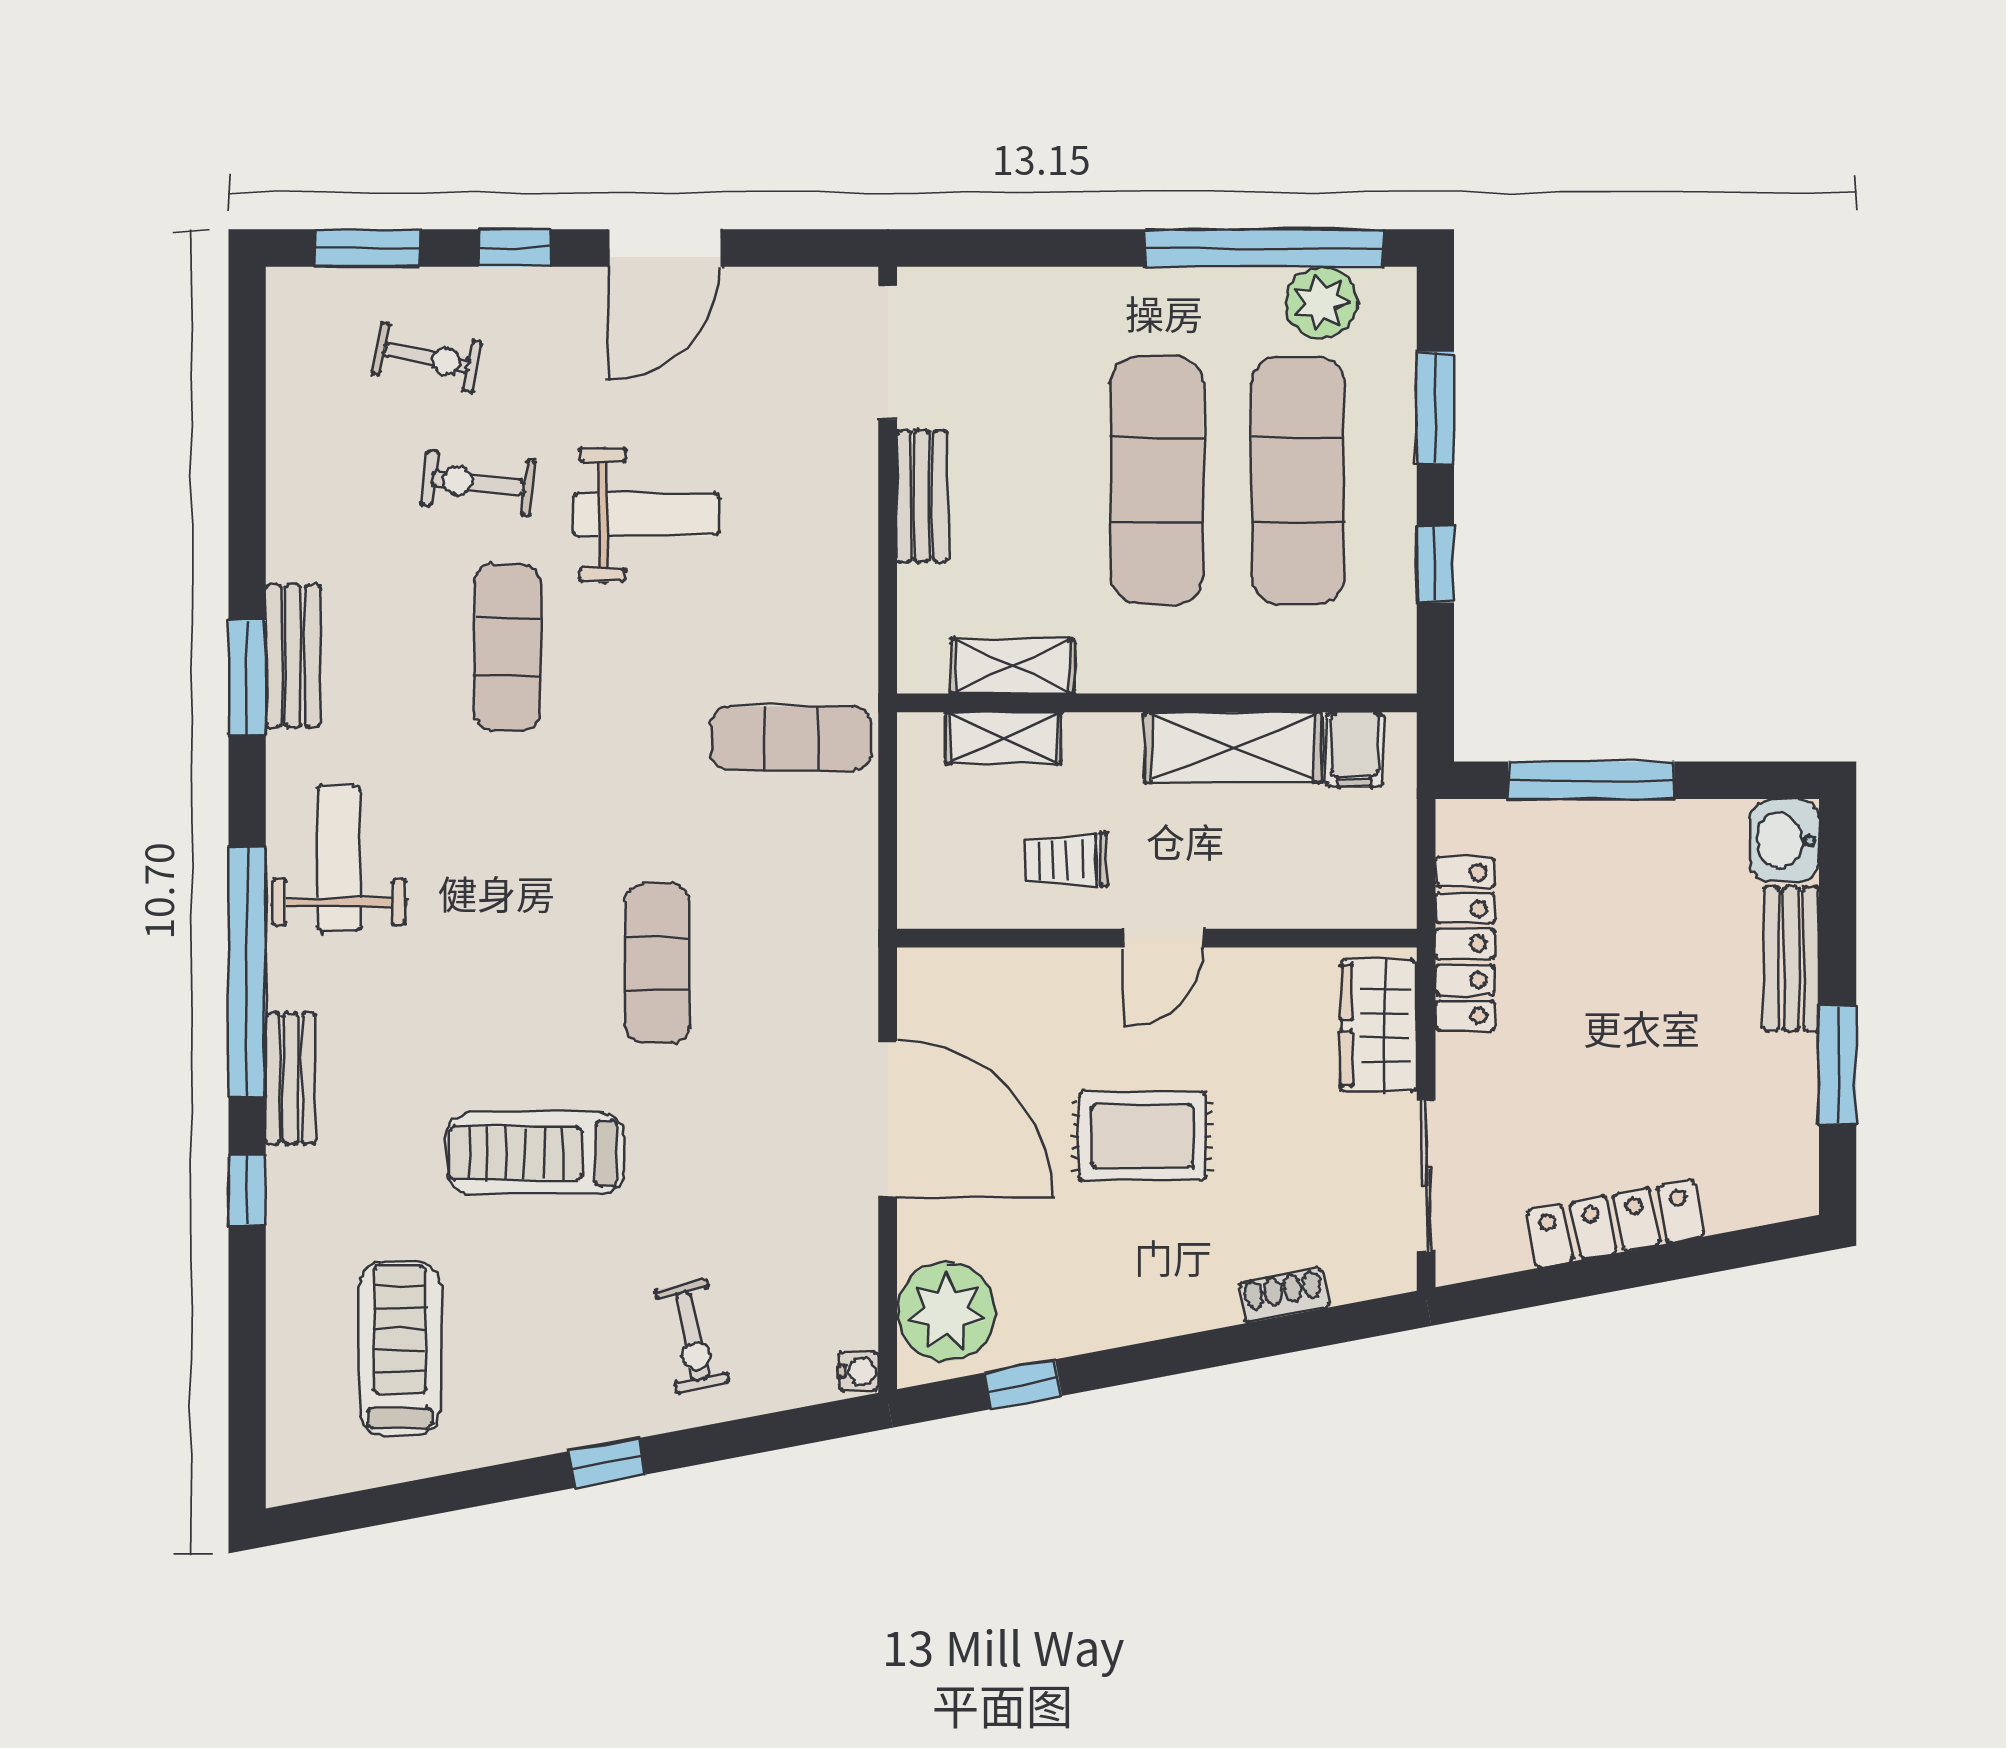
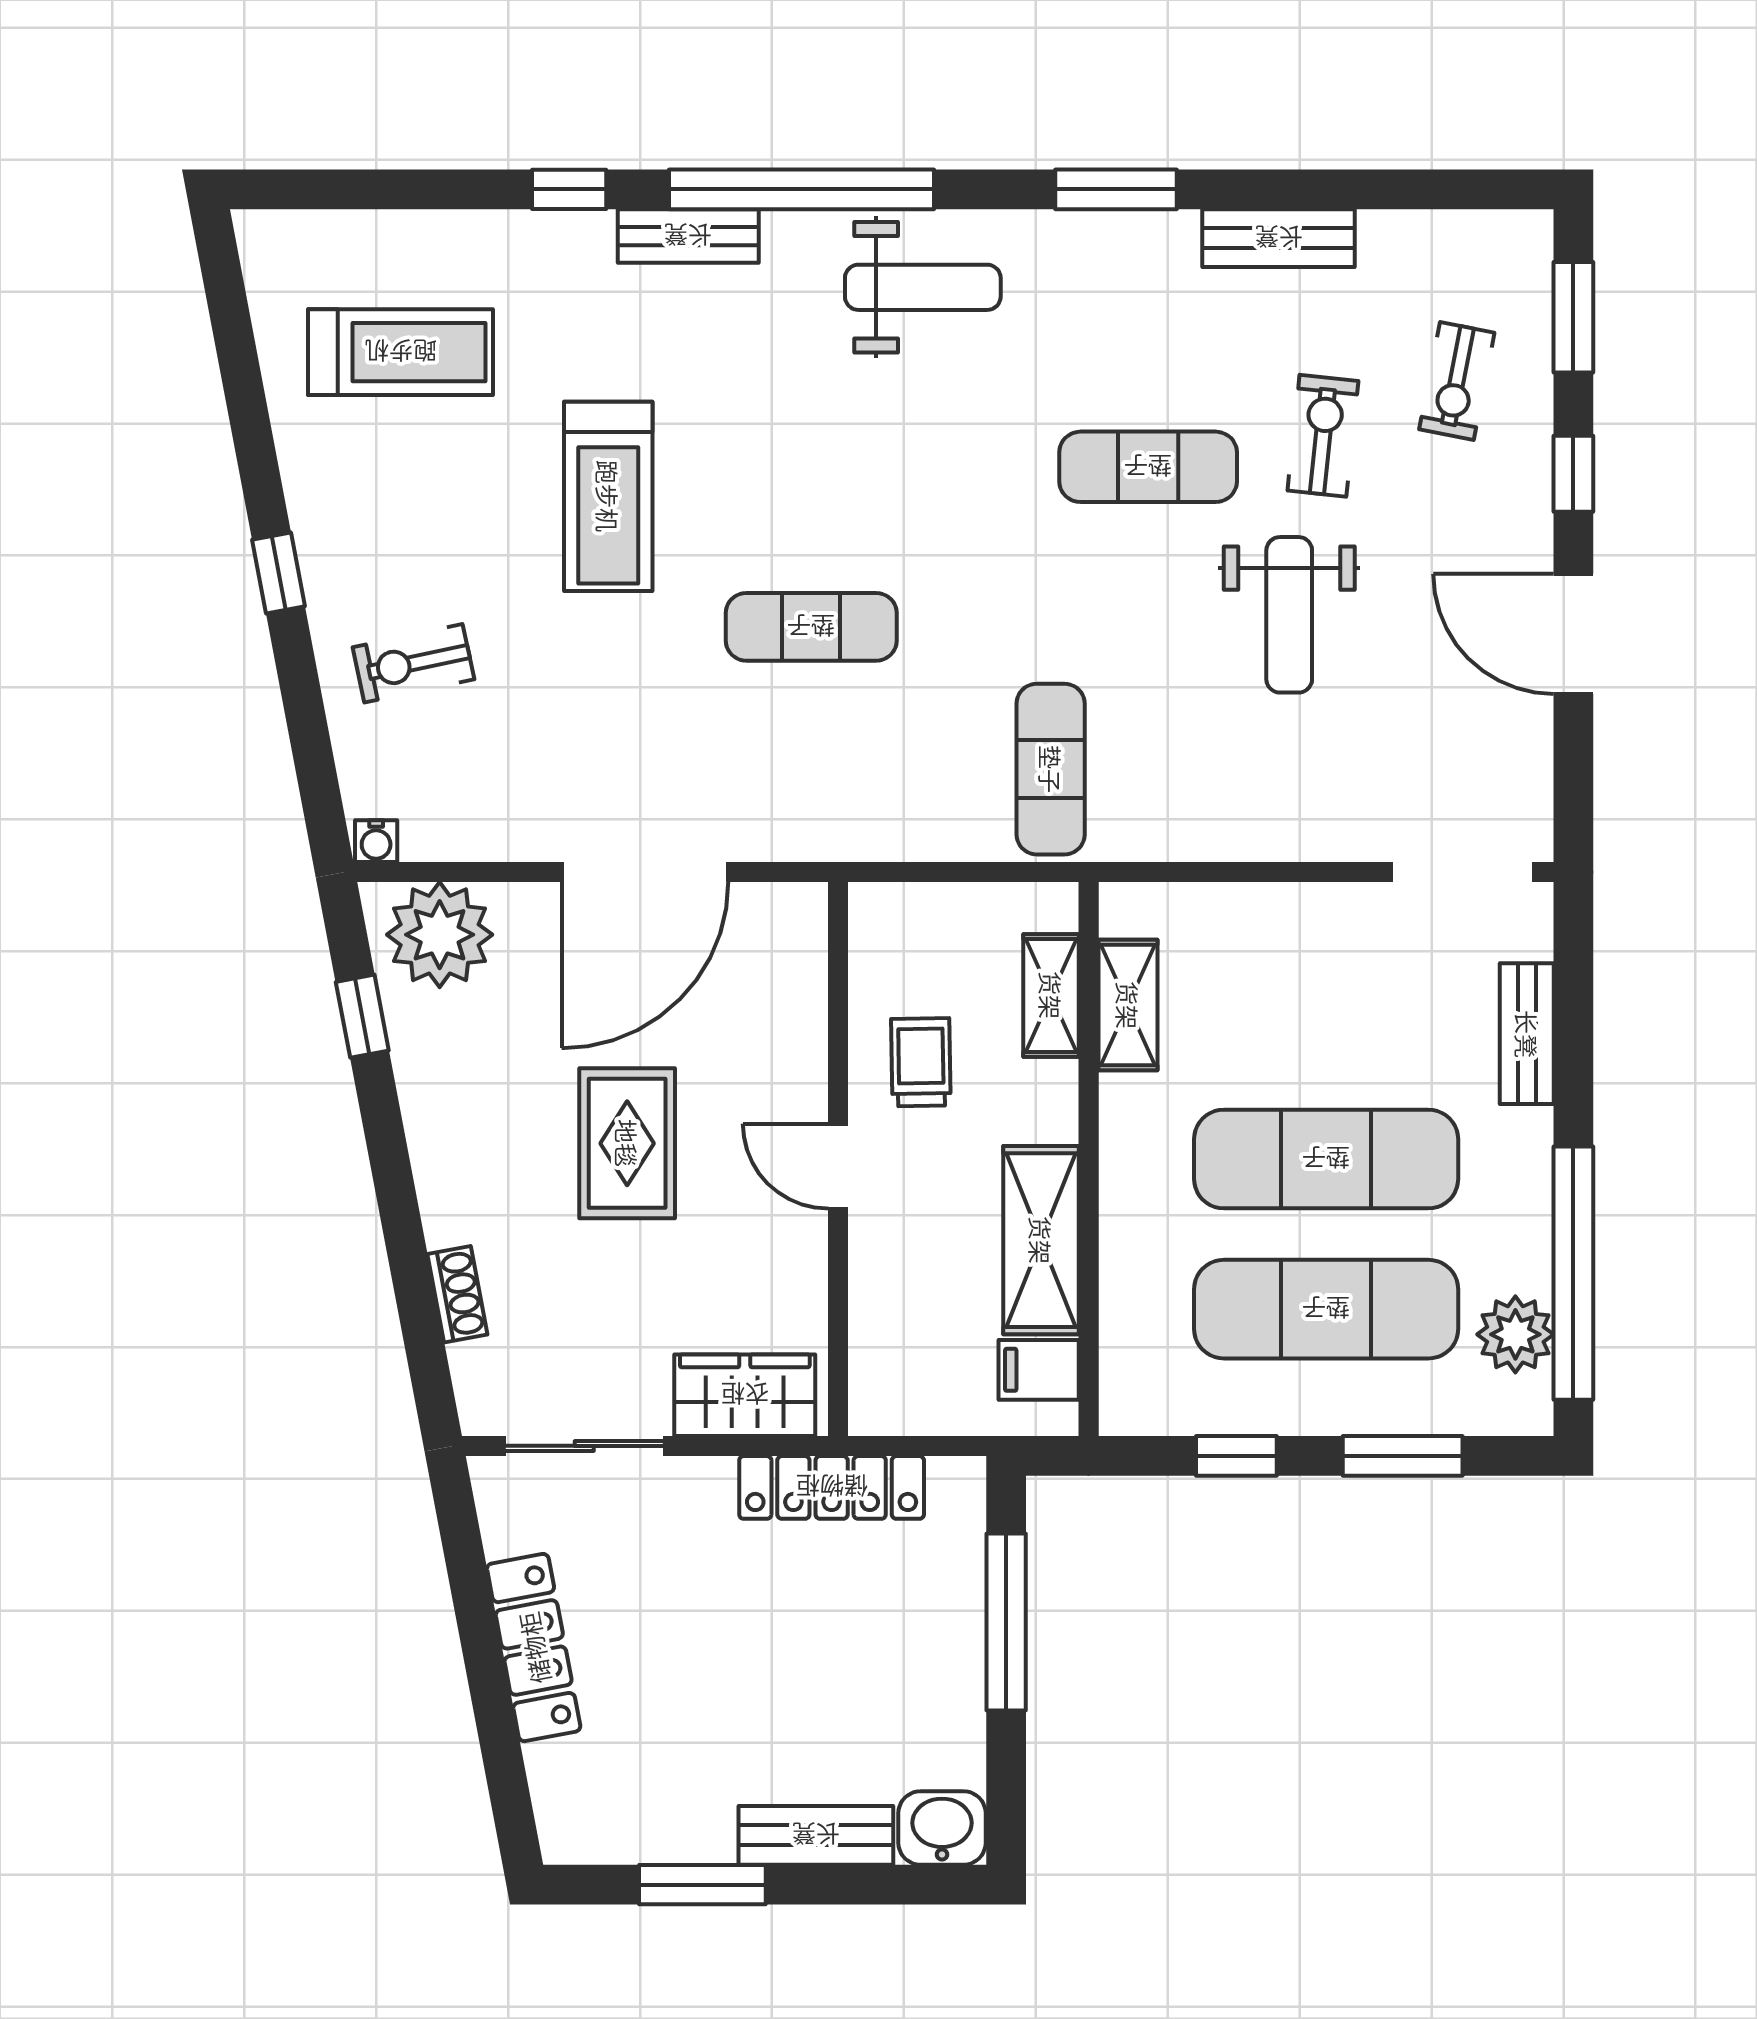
bench: (922, 496) -> (1527, 1034), moved, turned 90
bench: (293, 656) -> (1279, 238), moved
treadmill: (535, 1154) -> (608, 496), turned 180

